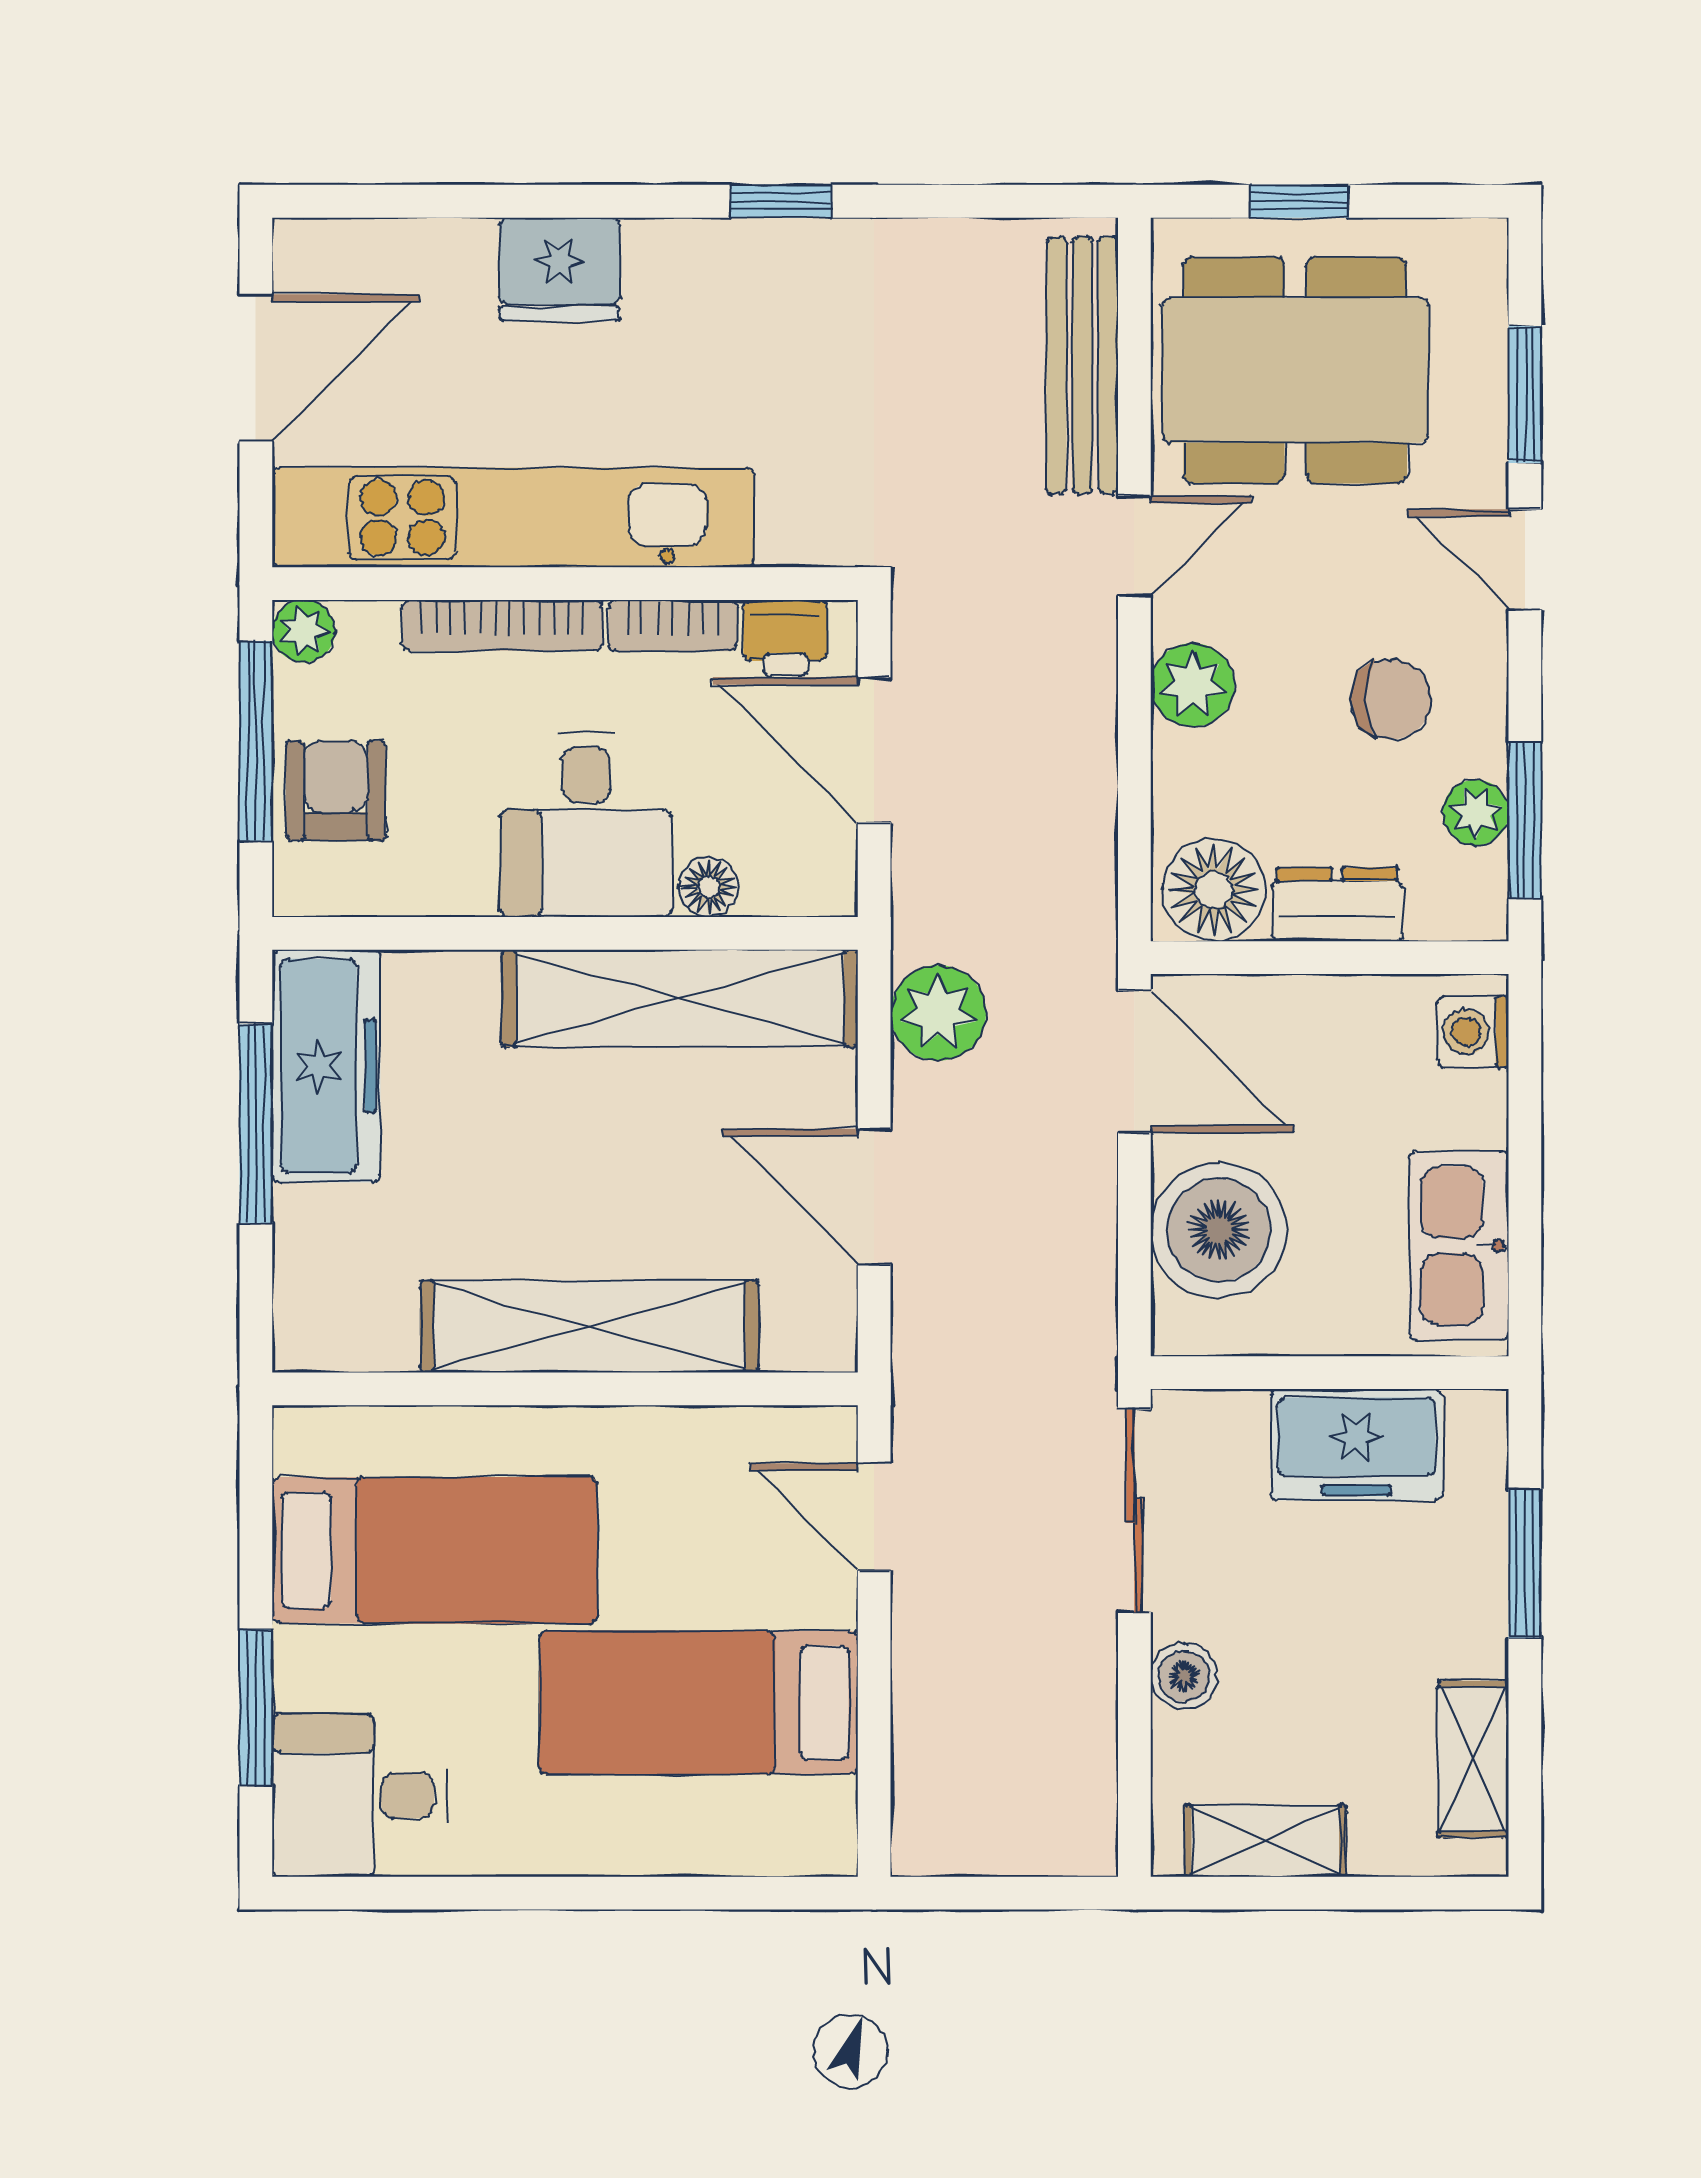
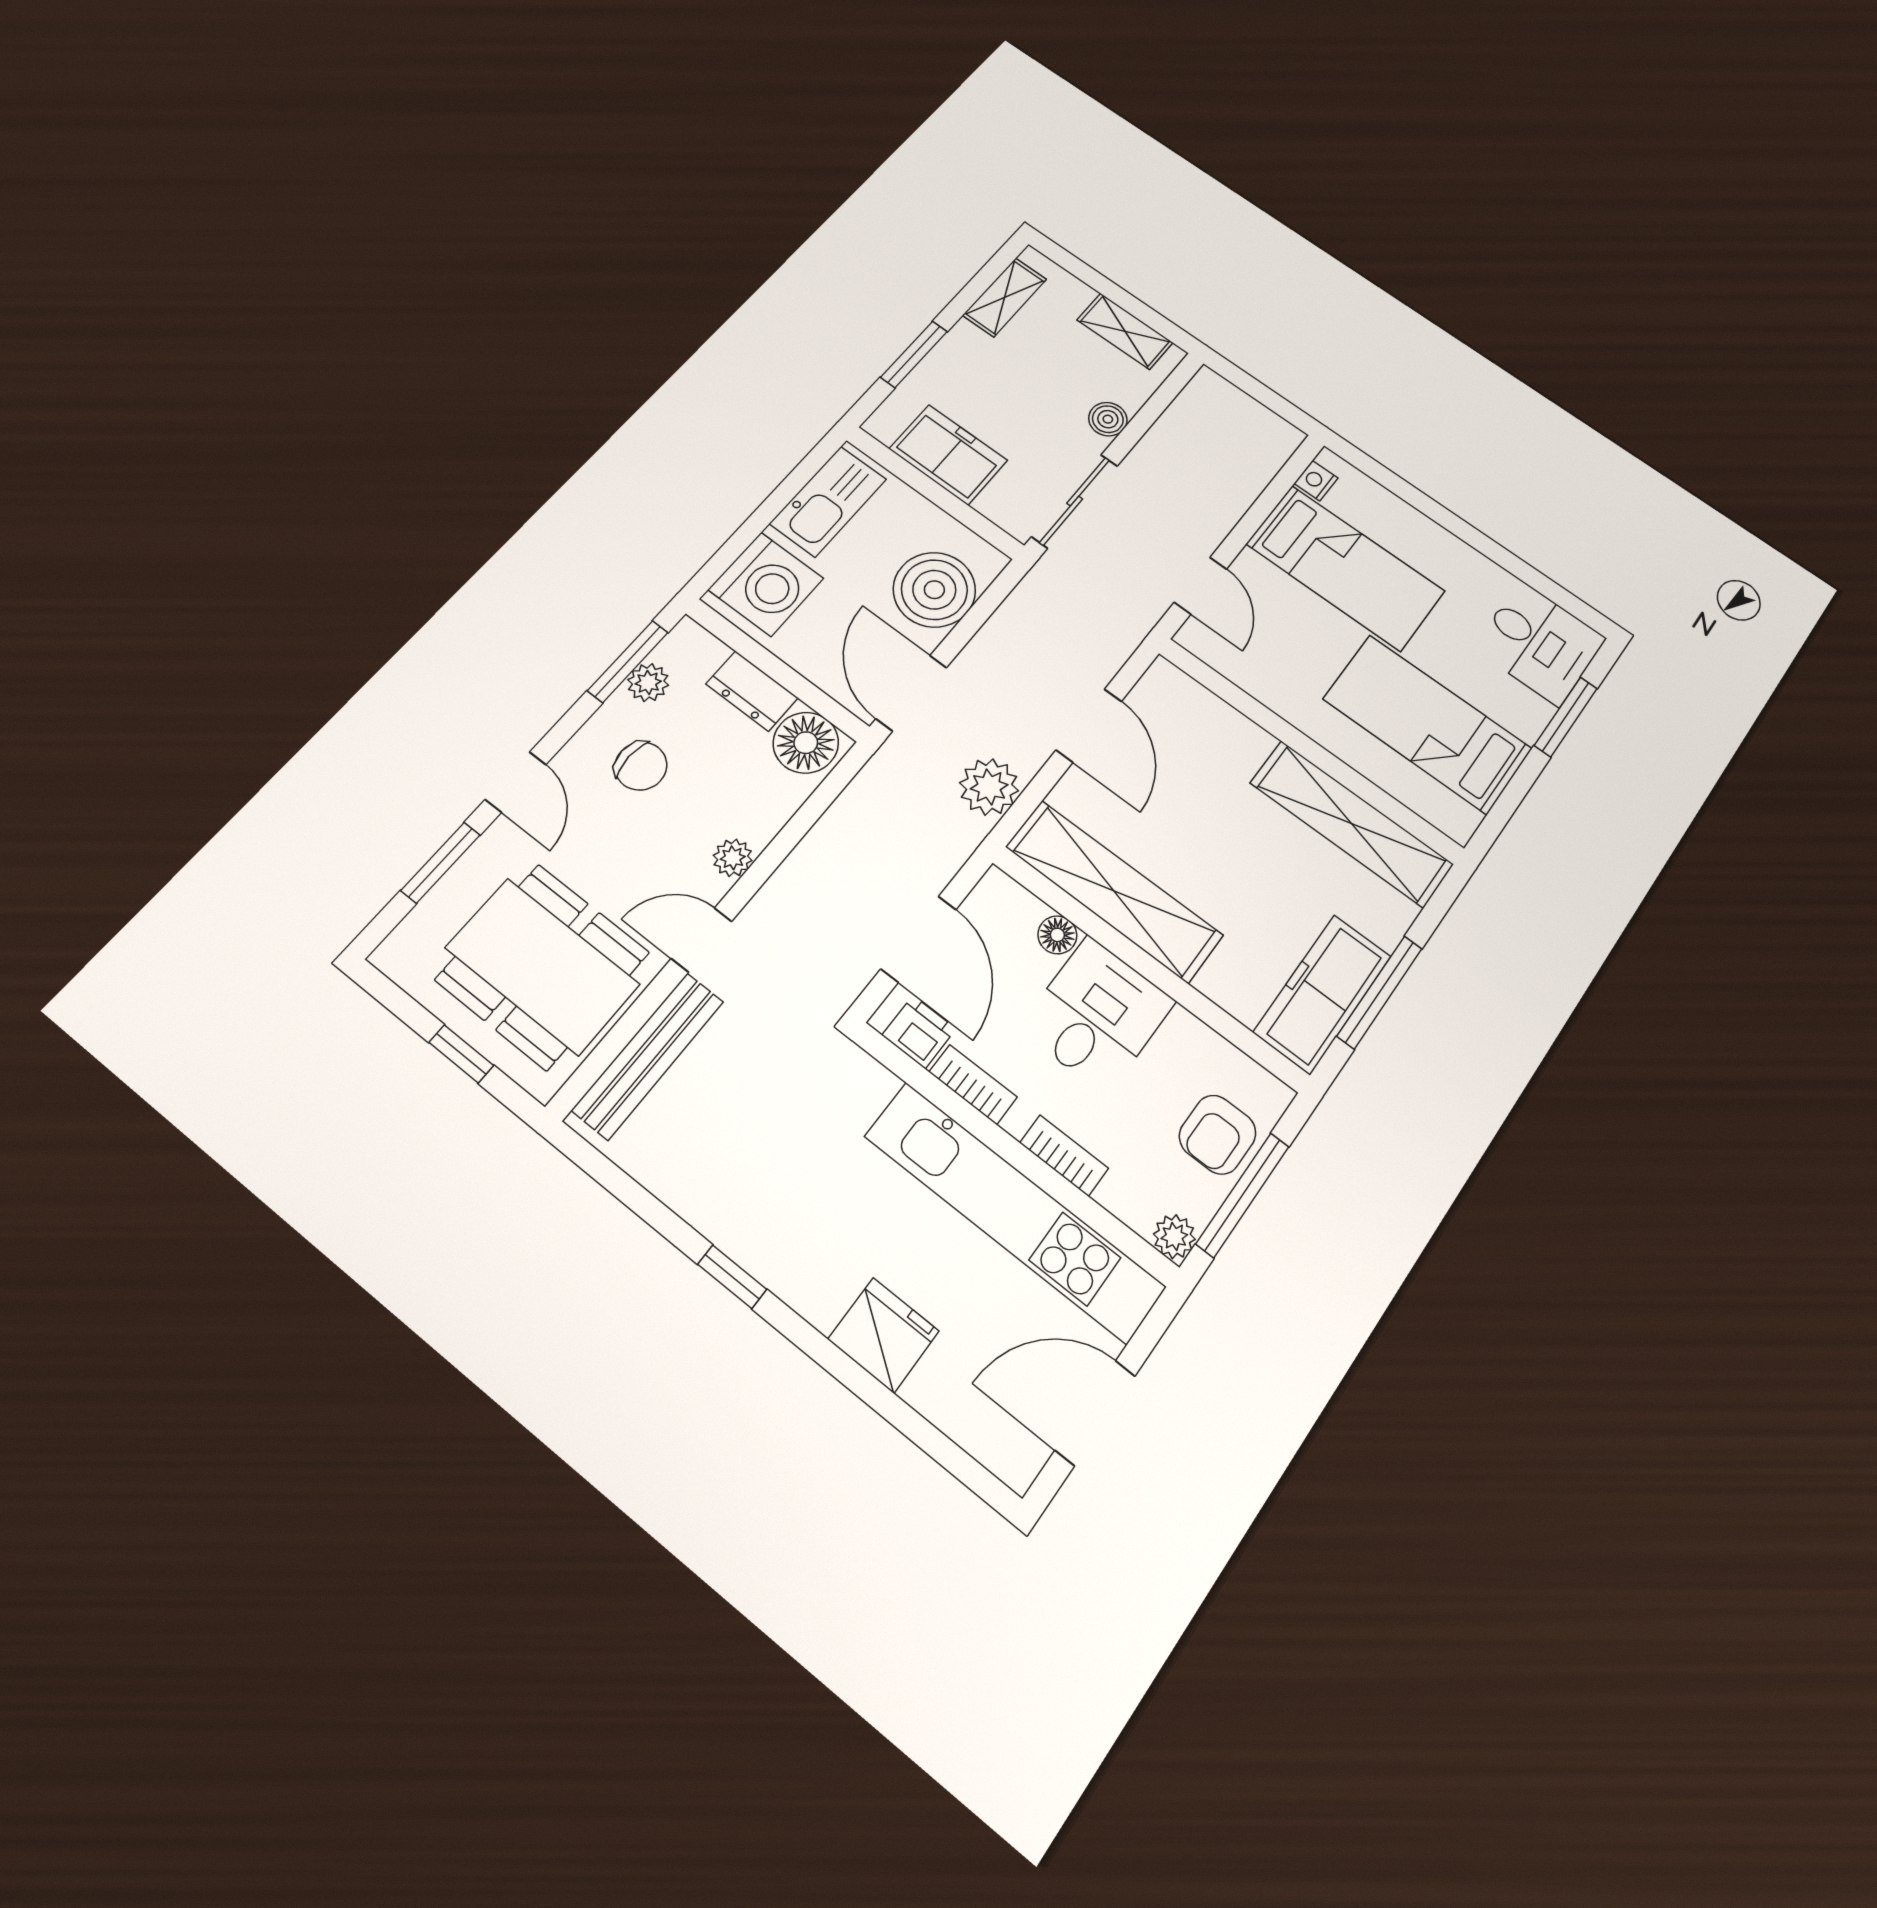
bookcase: (502, 625) -> (1064, 1156), width x0.64
plant: (1193, 685) -> (733, 858), width x0.73, depth x0.73
chair: (1391, 699) -> (641, 766), turned 180
washing machine: (1473, 1032) -> (766, 584), width x1.89, depth x1.89
shelving: (589, 1326) -> (1351, 823), moved
nightstand: (830, 1810) -> (1316, 481), added

